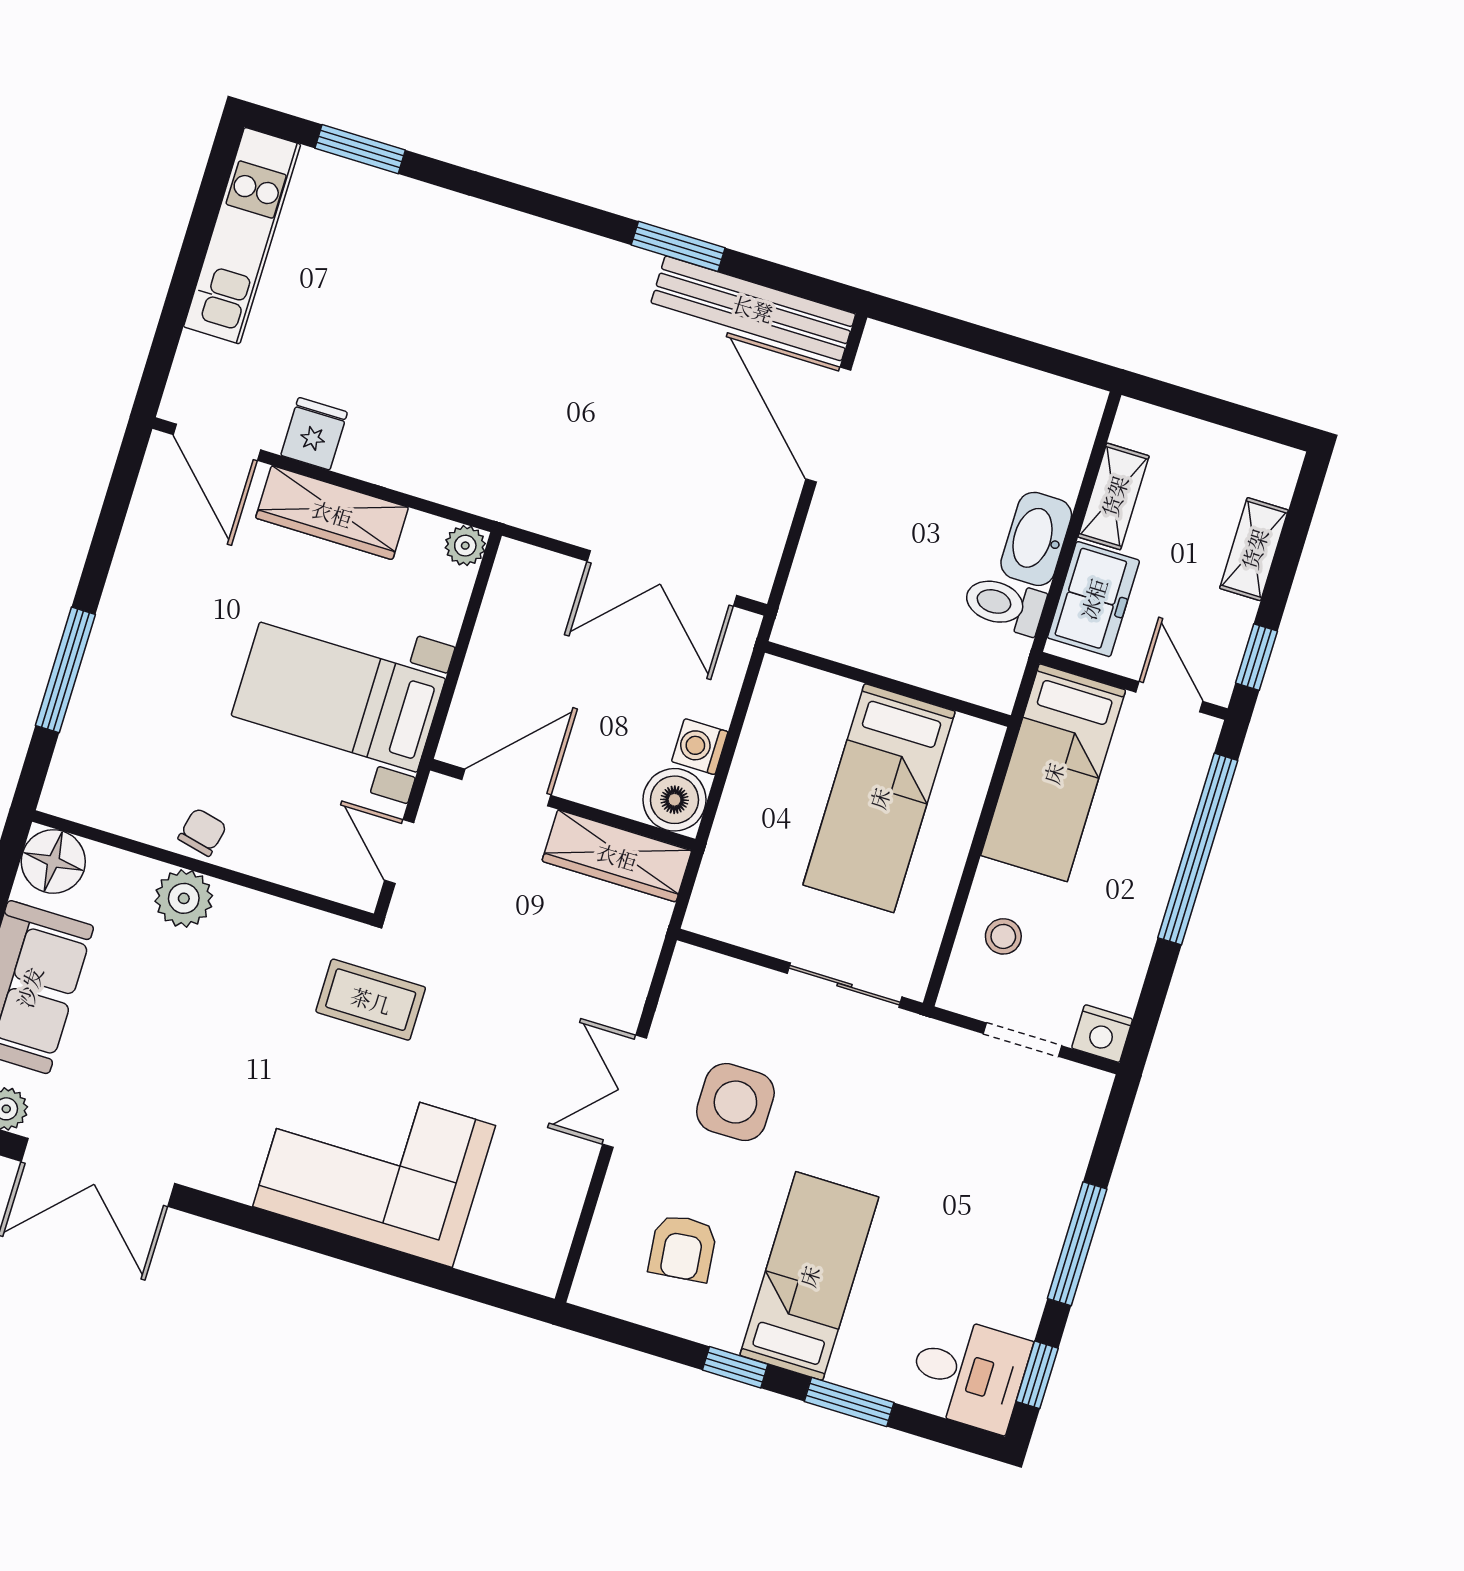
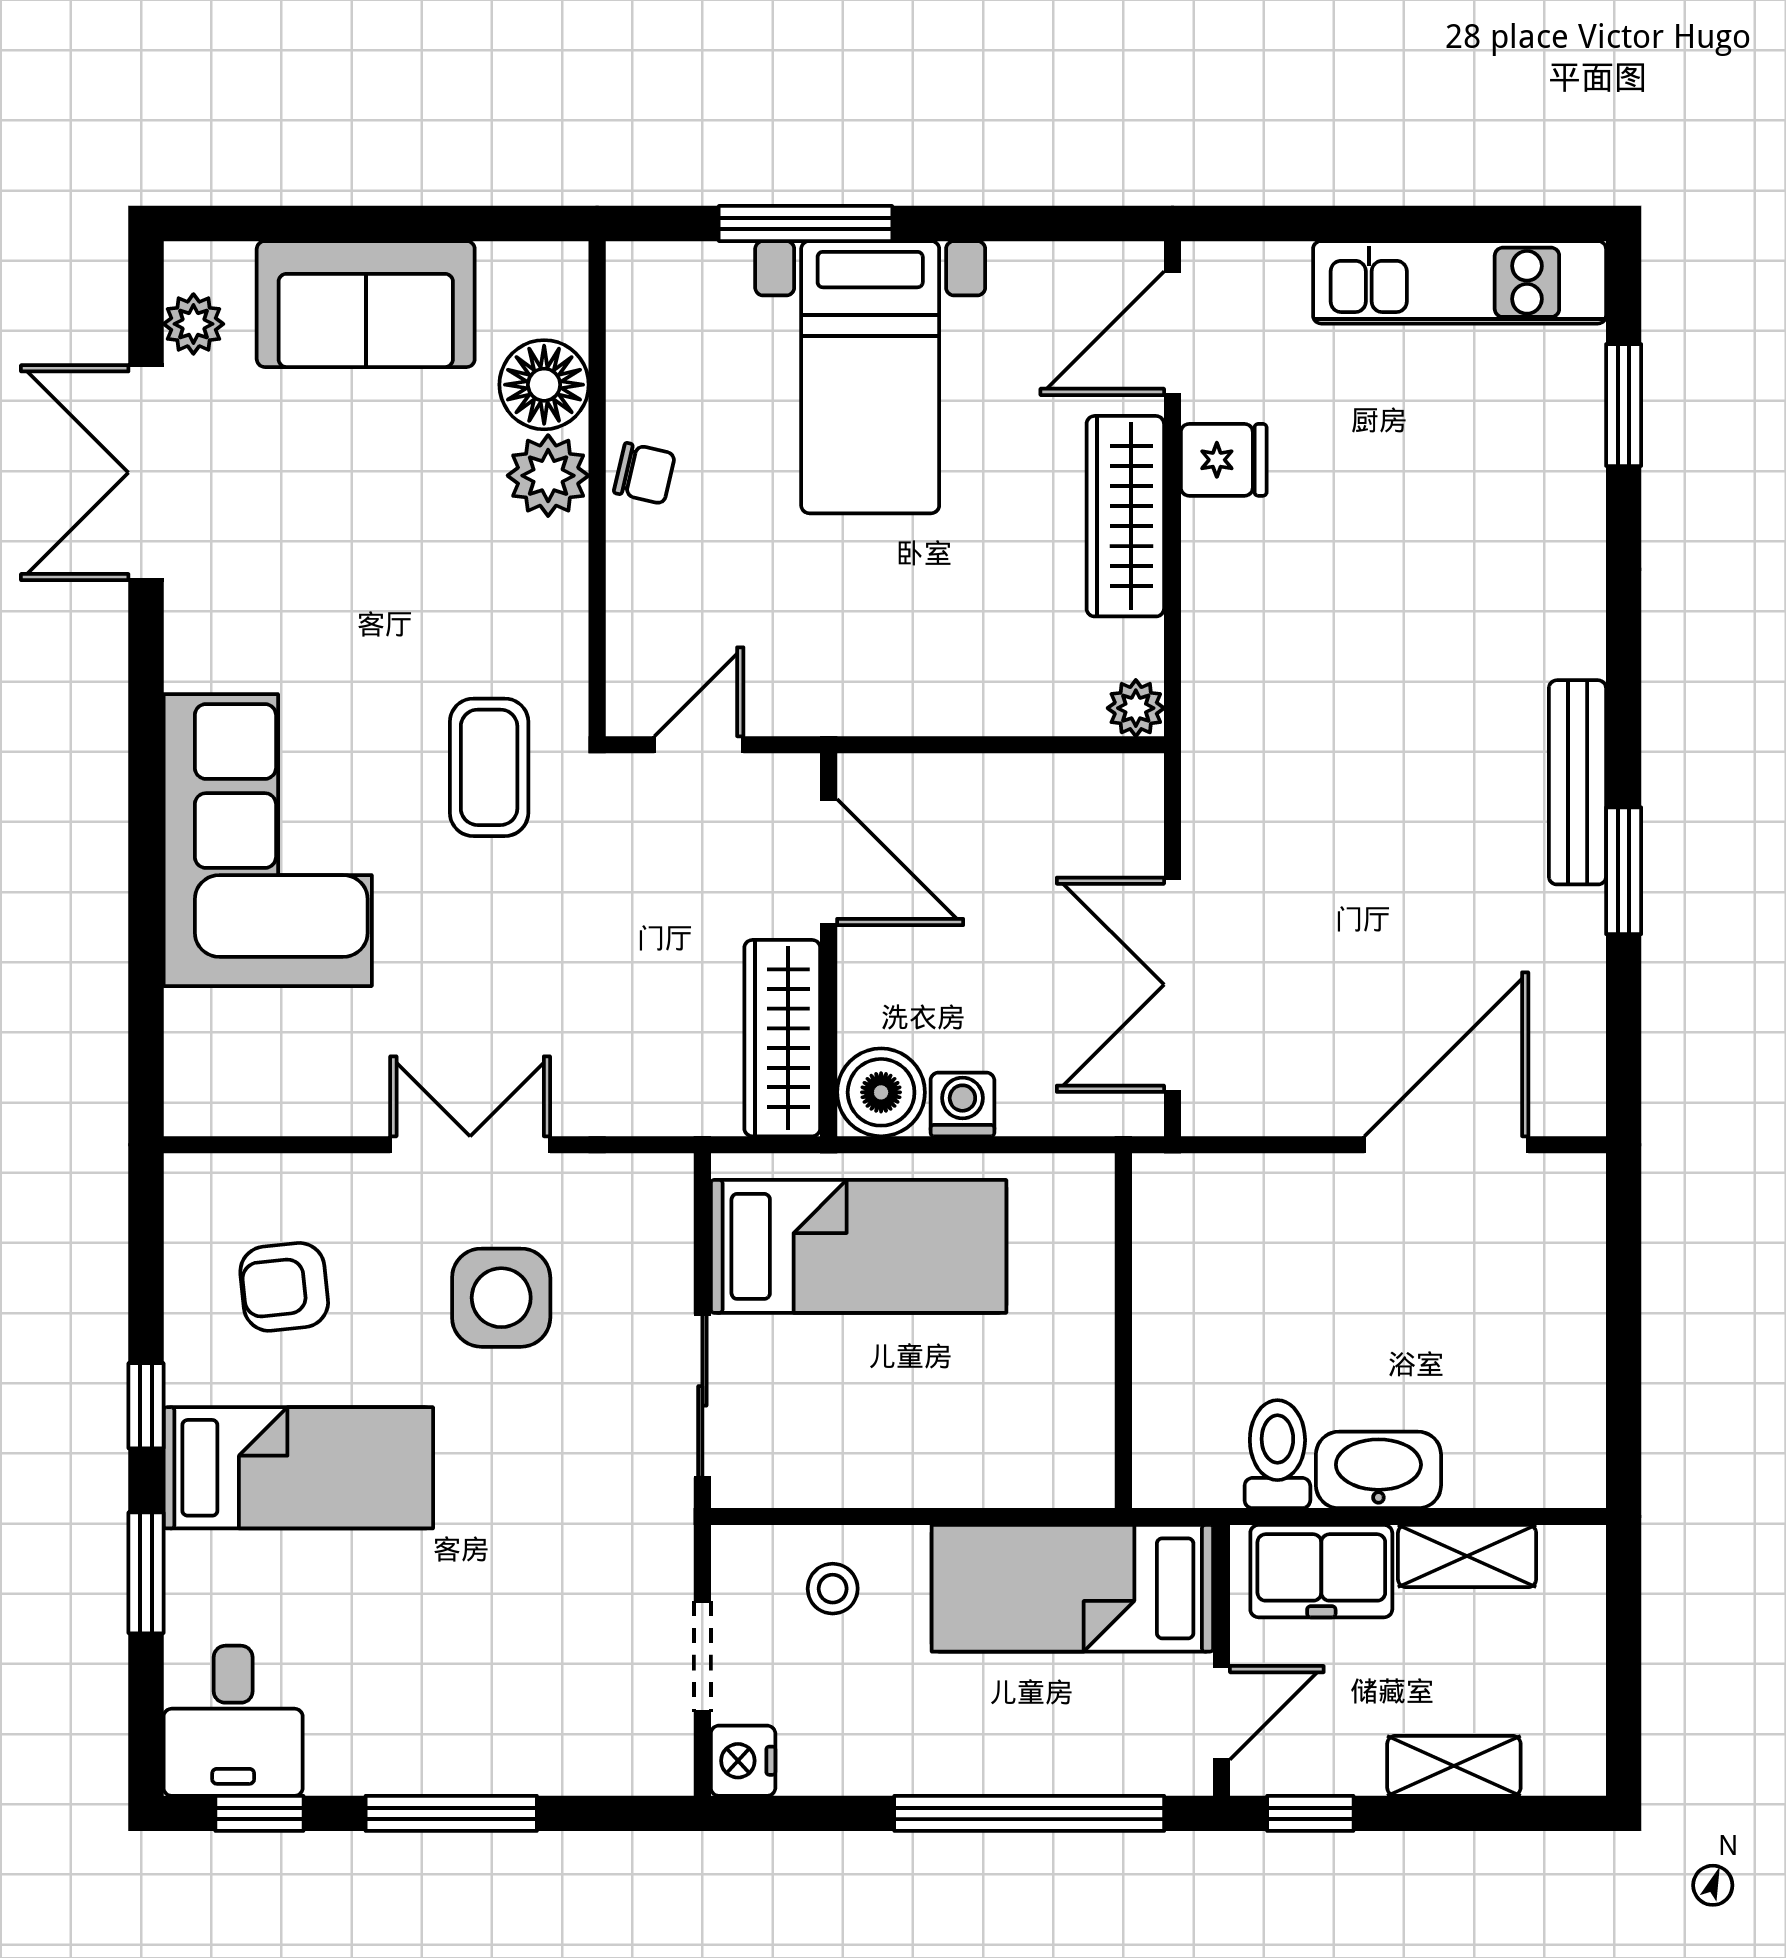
bench: (753, 308) -> (1577, 782), moved, width x0.73, depth x0.82
bed with nightstands: (338, 697) -> (870, 377), moved, turned 180
bed: (879, 798) -> (859, 1246), moved, turned 180
floor lamp: (53, 861) -> (544, 385), moved

